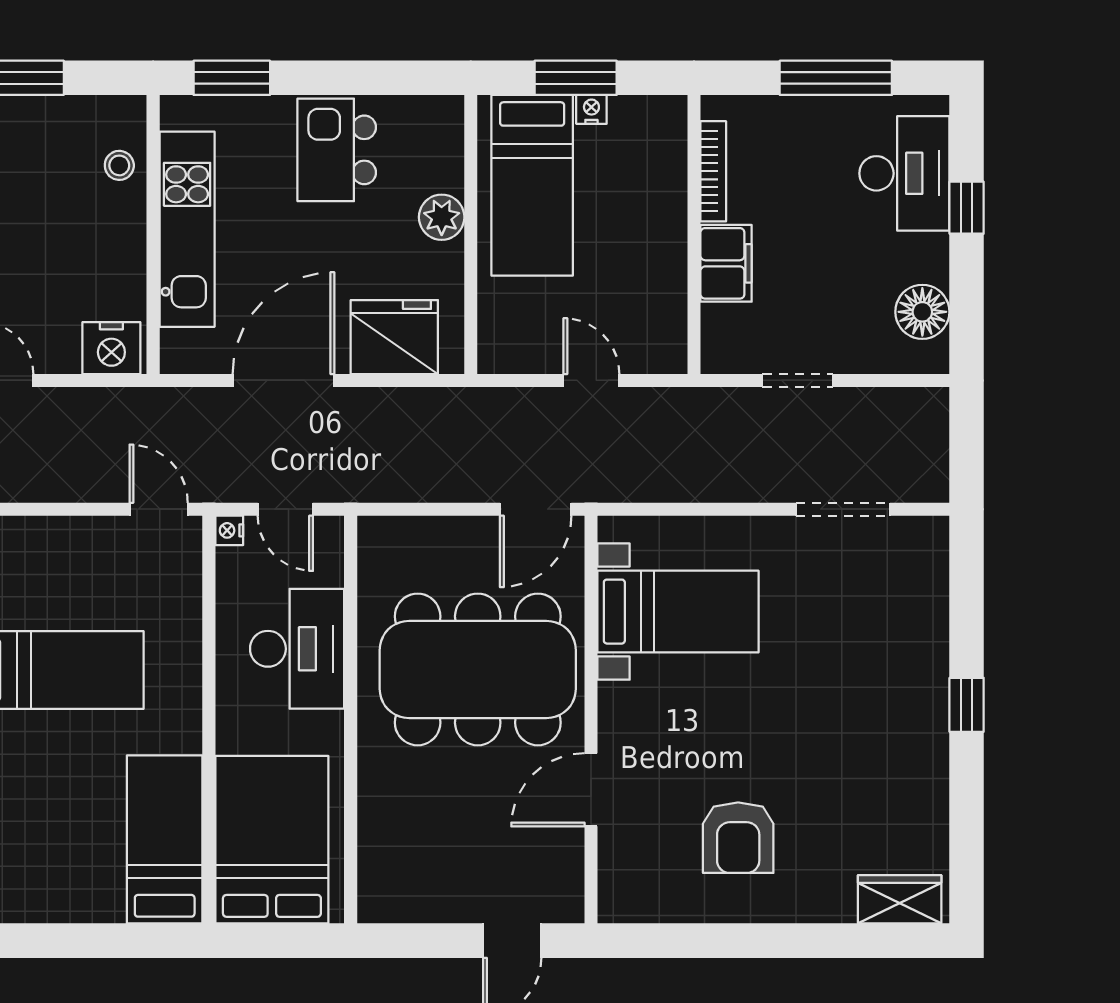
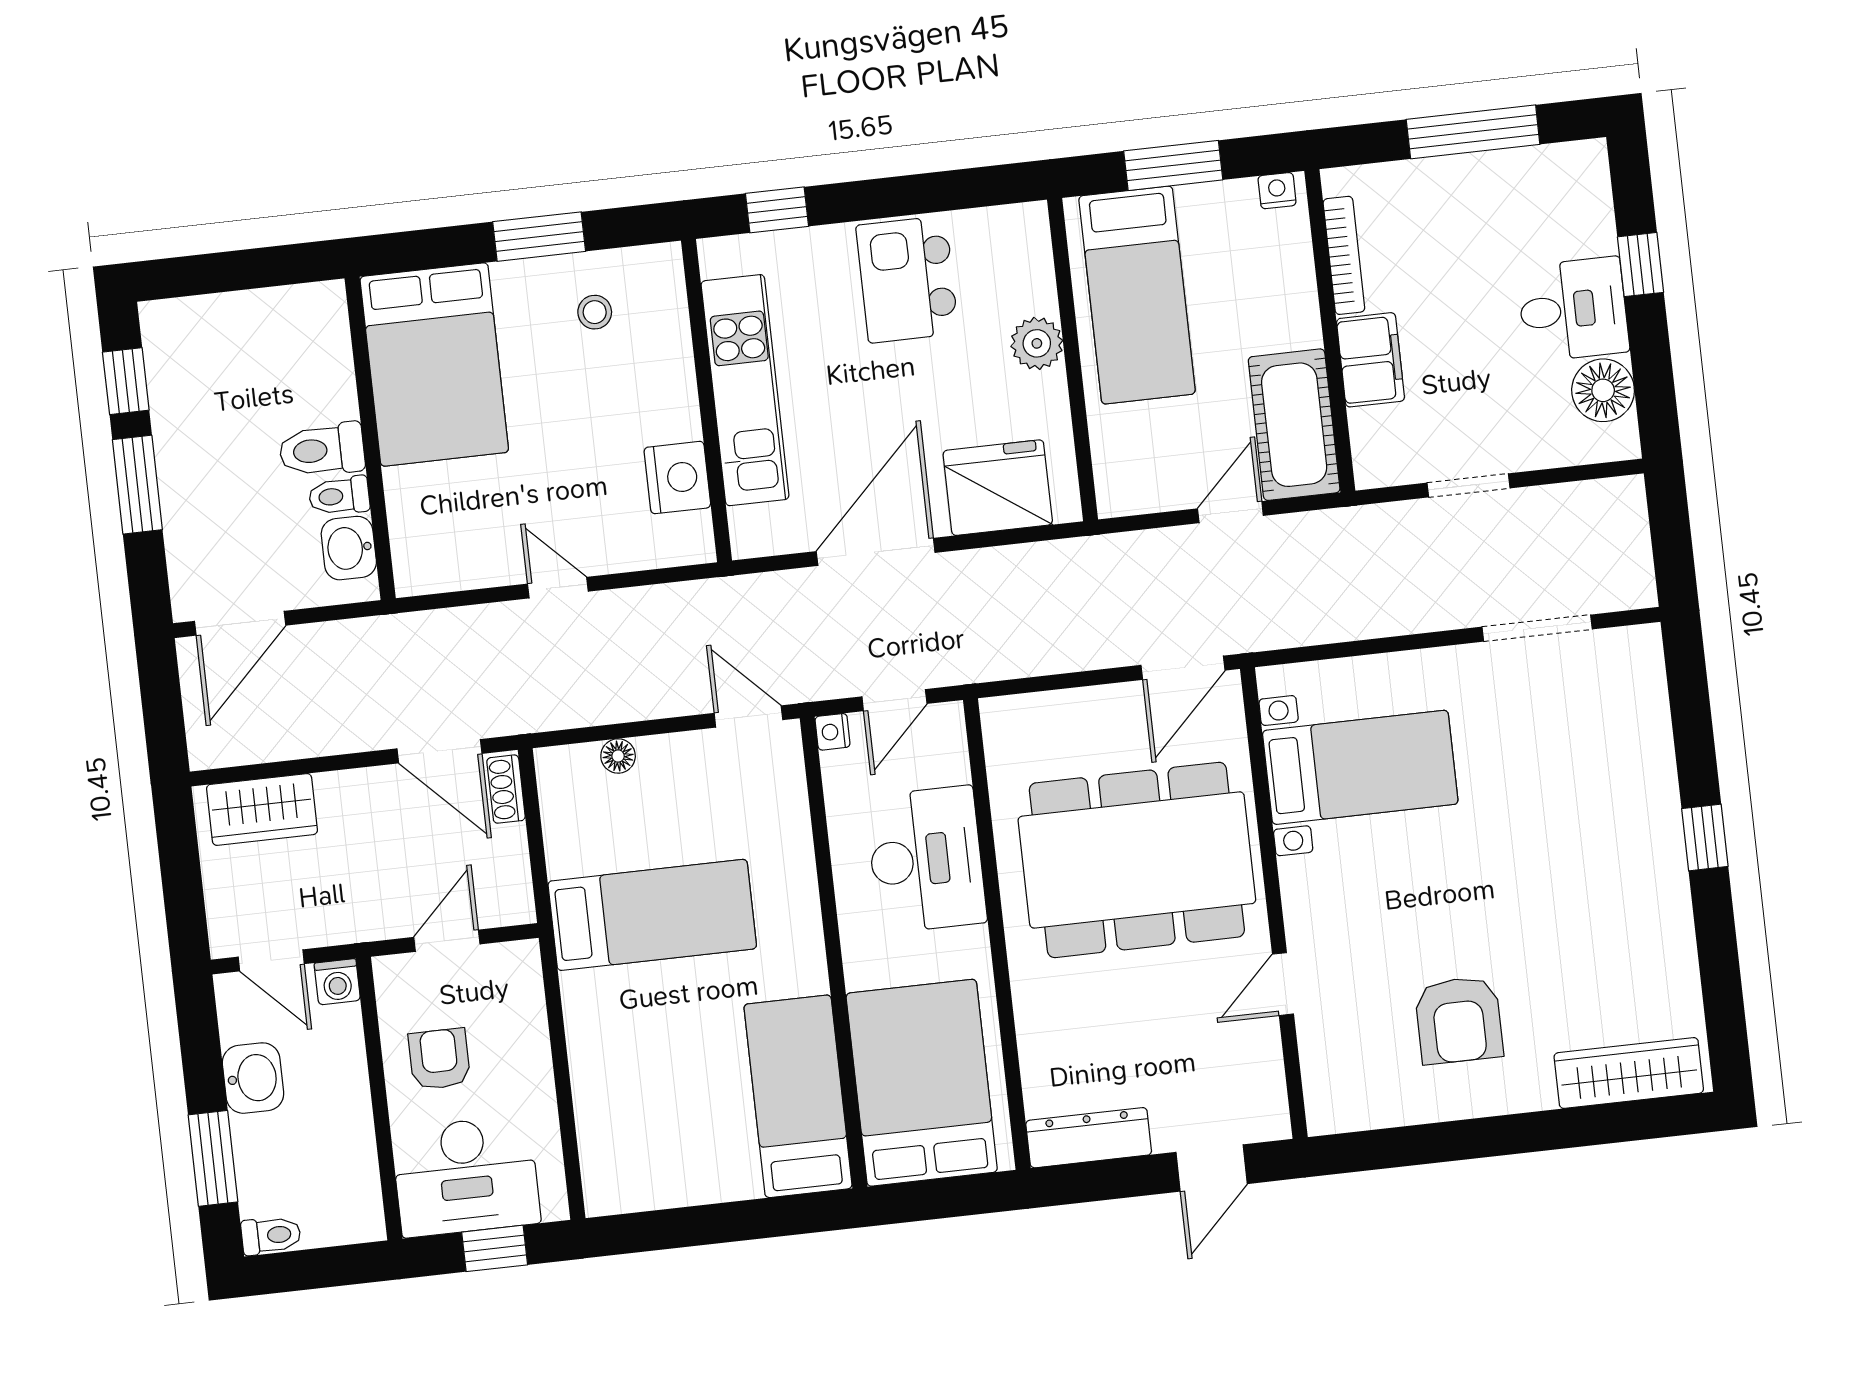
window: (232, 78) -> (777, 210), width x0.67
nightstand: (591, 109) -> (1277, 191), moved
stool: (119, 165) -> (595, 312), moved
desk: (904, 173) -> (1573, 309), moved, width x0.73
cot: (654, 312) -> (1294, 425), added
nightstand: (111, 348) -> (677, 478), moved, turned -90
door: (591, 380) -> (1230, 512), hinge flipped
door: (285, 509) -> (894, 700), hinge flipped
floor lamp: (43, 531) -> (618, 756), added
door: (591, 790) -> (1283, 984), width x0.73
wardrobe: (900, 899) -> (1629, 1073), width x1.50
dresser: (410, 903) -> (1089, 1138), added

